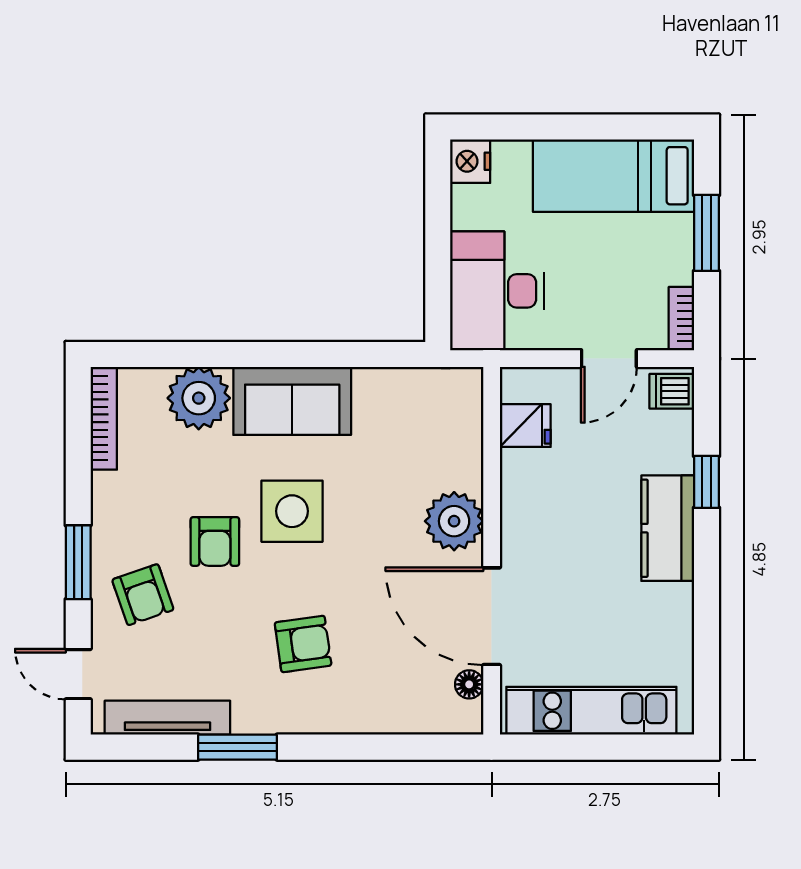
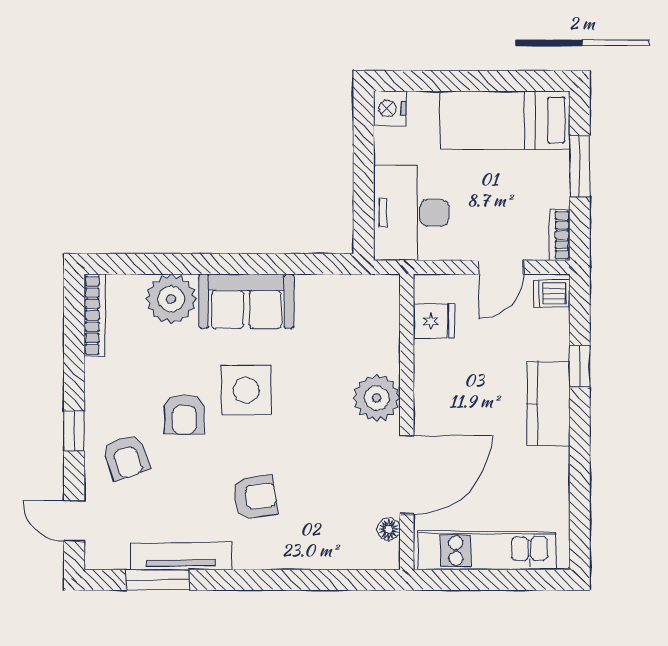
window: (78, 562) -> (74, 431), width x0.67
door: (492, 616) -> (407, 475), swing flipped
tv unit: (167, 718) -> (181, 556), moved
window: (238, 747) -> (157, 580), moved

